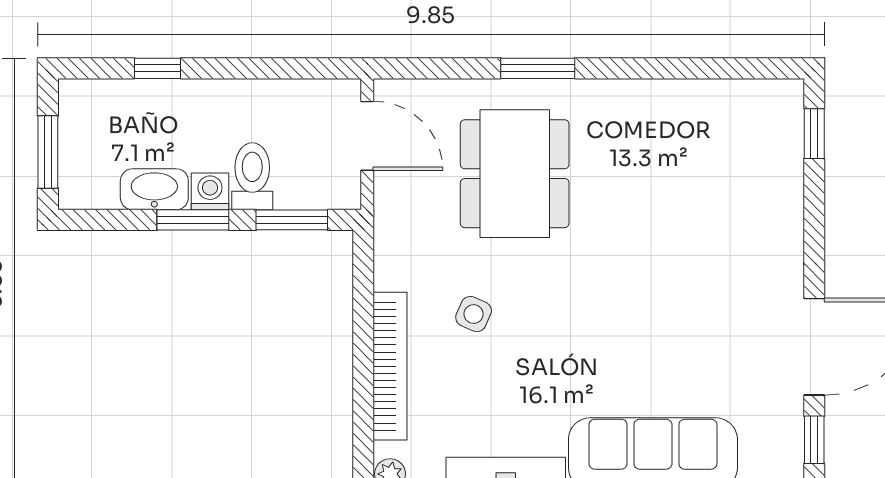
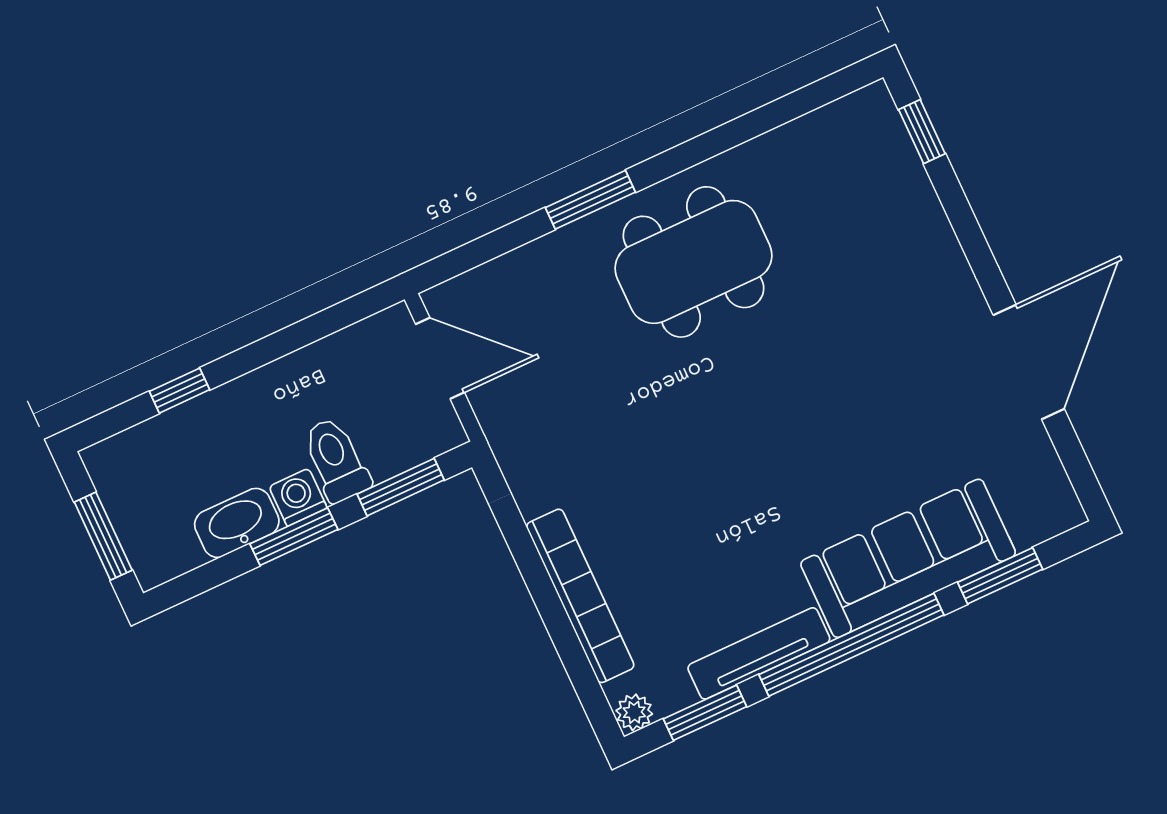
dining table: (515, 174) -> (694, 262), moved, turned 90
side table: (474, 314) -> (644, 498), removed
window: (814, 440) -> (1075, 462), removed

